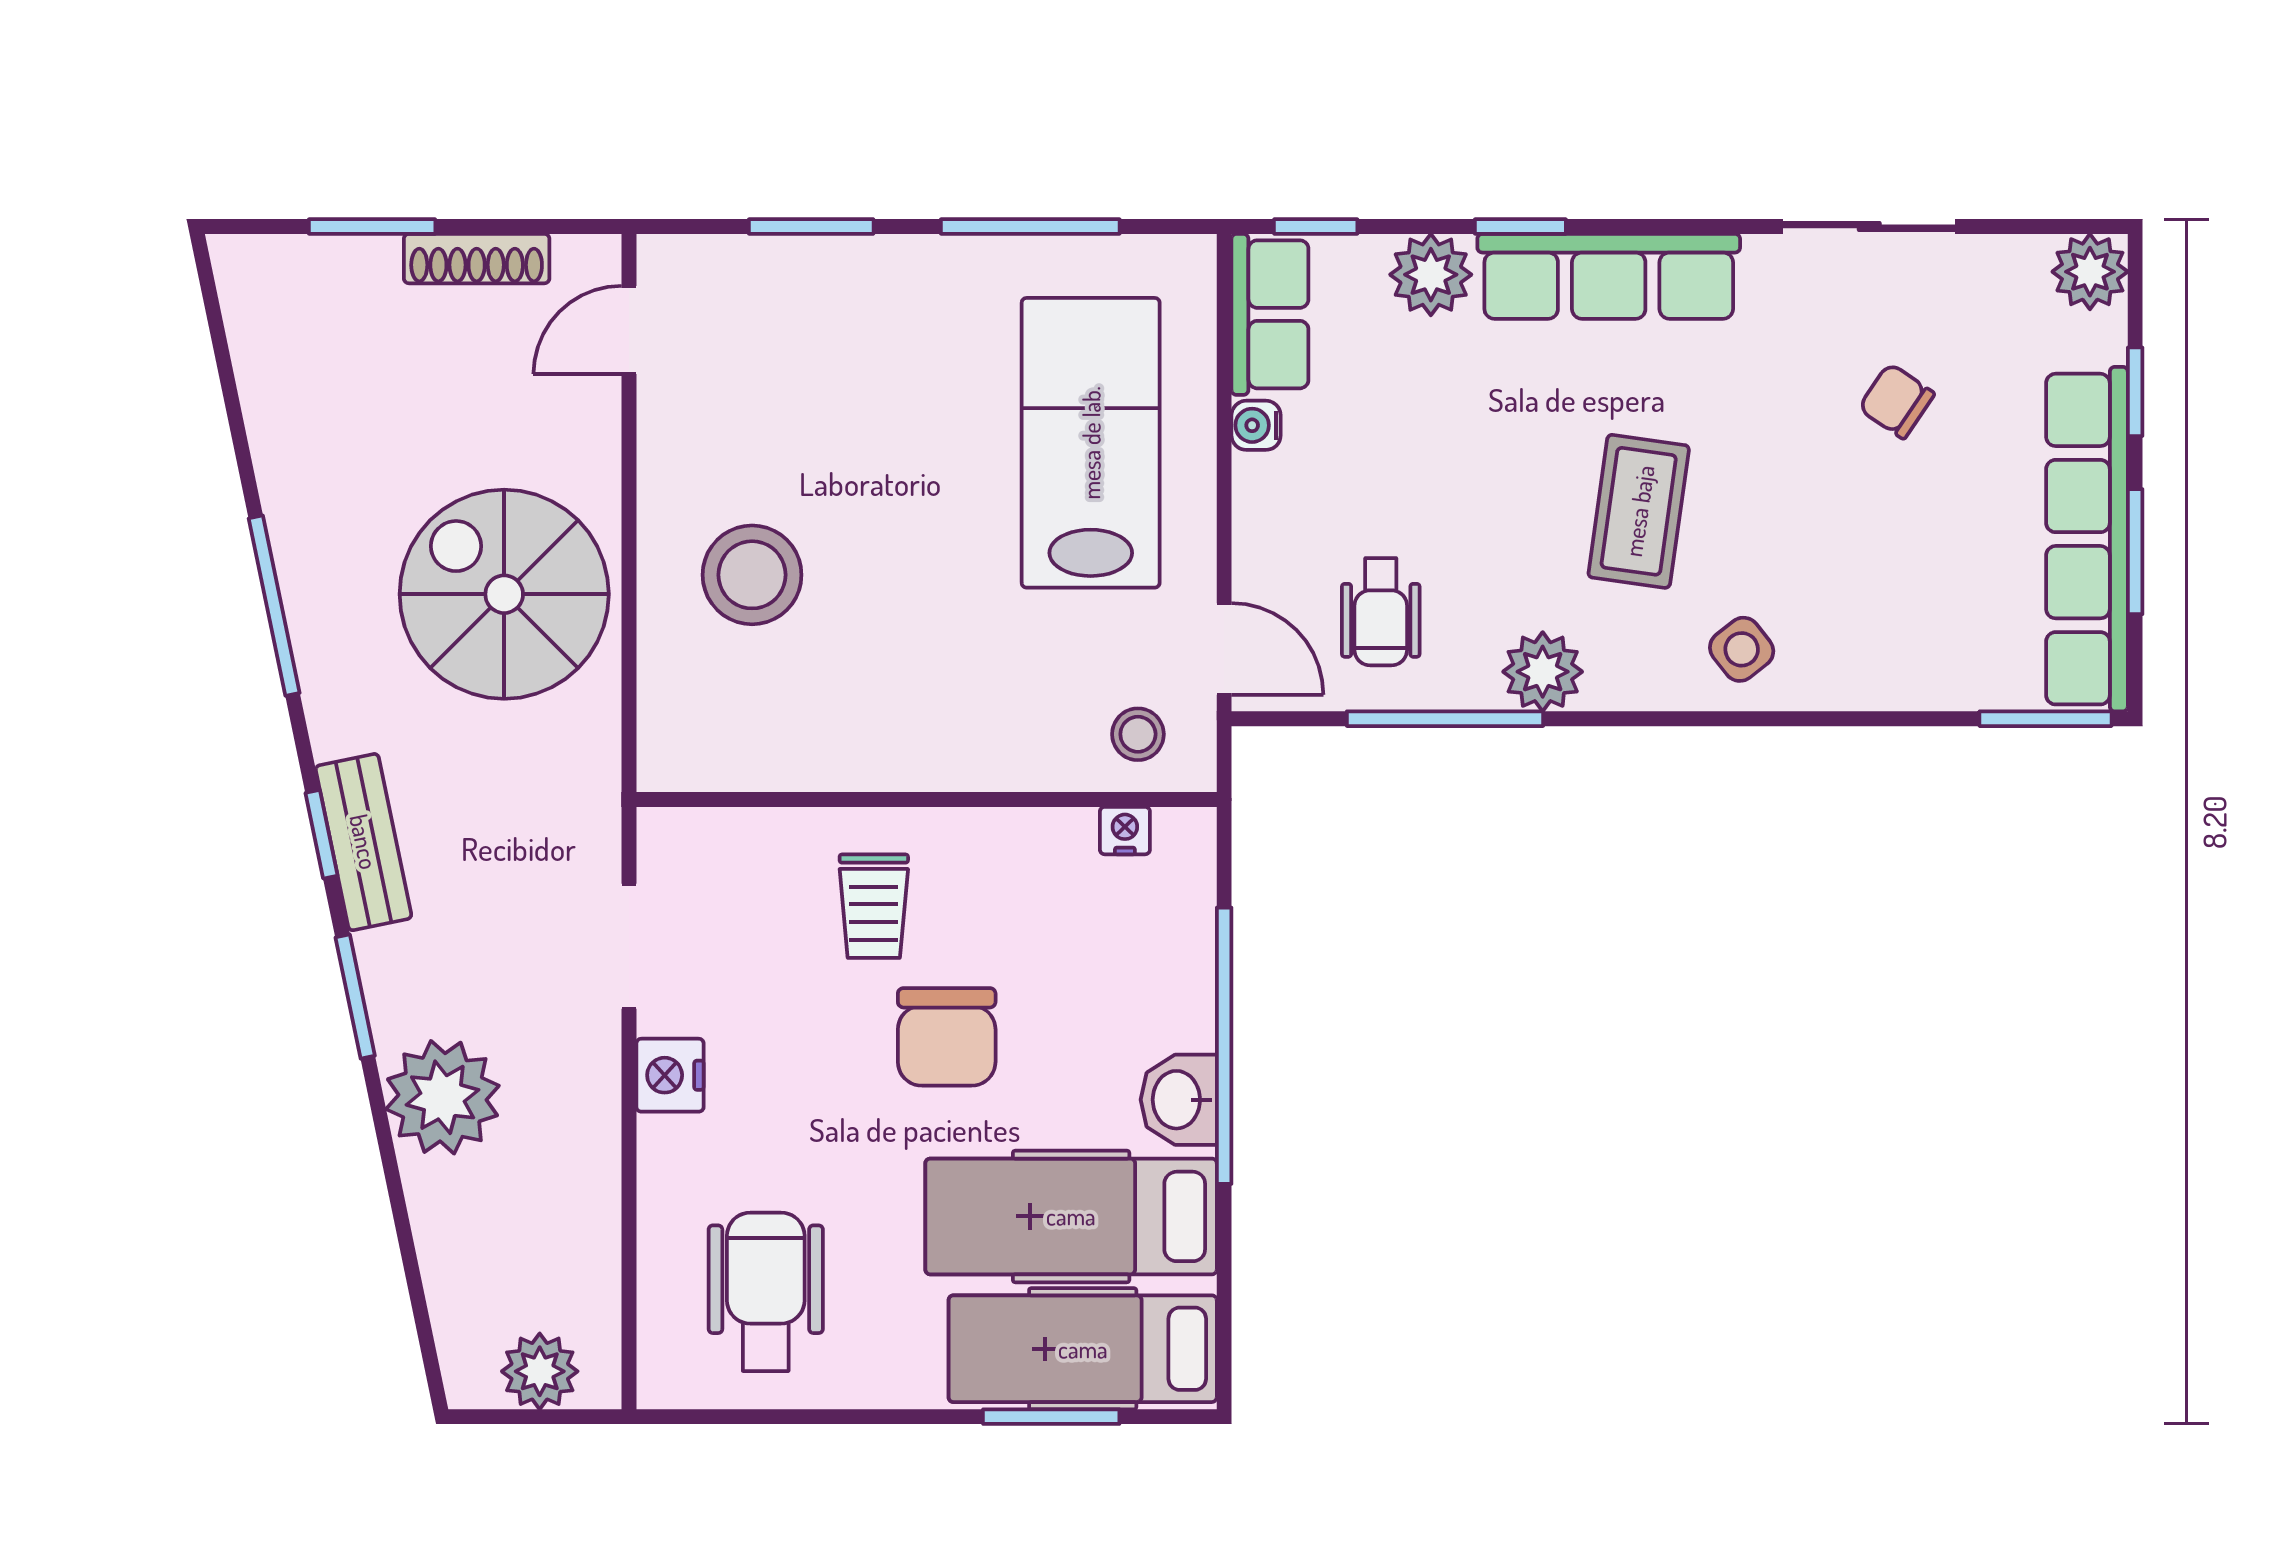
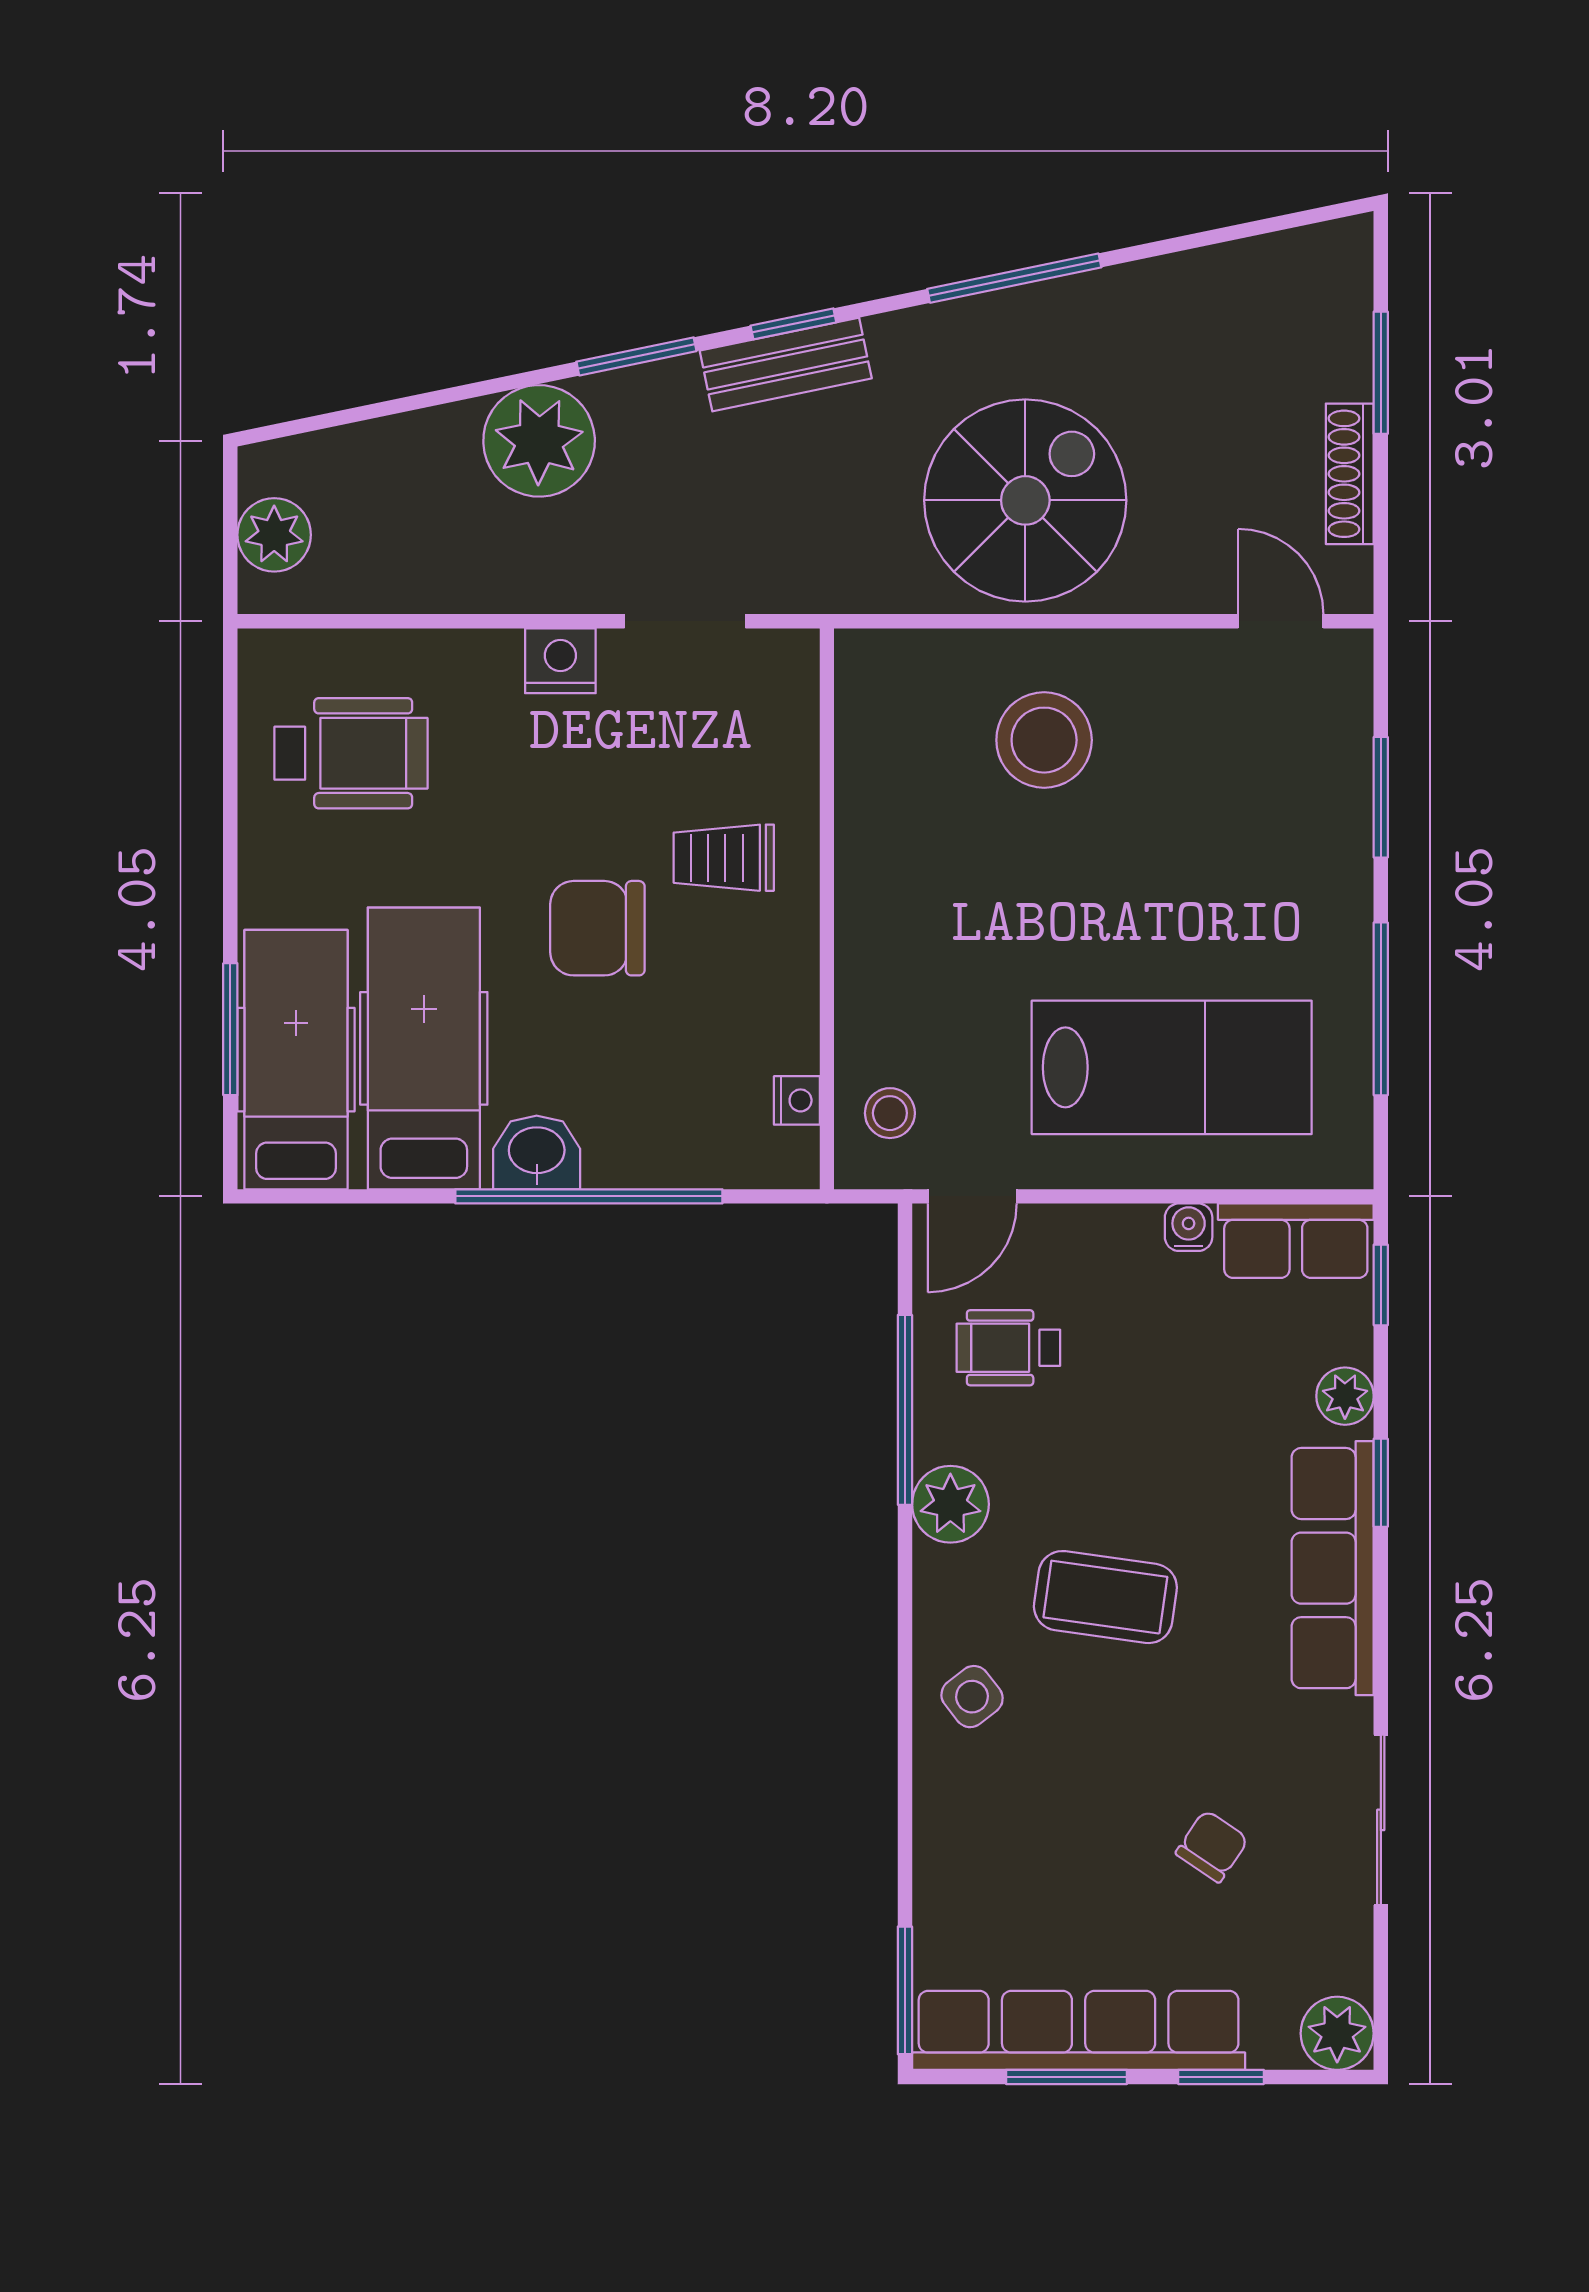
plant: (1431, 275) -> (1345, 1396), width x0.73, depth x0.73

